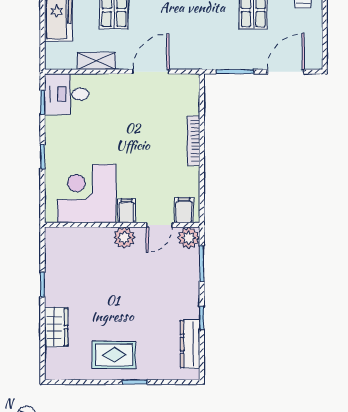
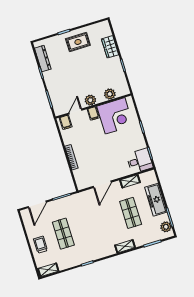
plant: (189, 238) -> (110, 94), moved

